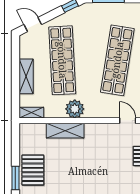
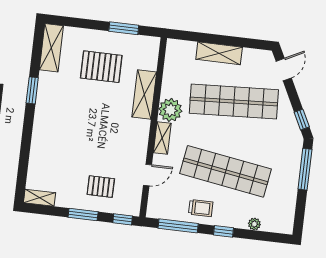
shelving: (31, 113) -> (162, 138), moved
pallet: (33, 170) -> (101, 67), moved
window: (15, 178) -> (124, 28), moved

